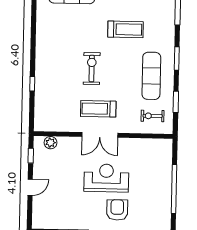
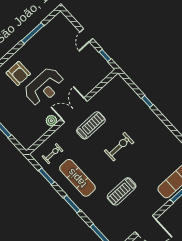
exercise bike: (92, 69) -> (119, 147), turned -90
plant: (50, 143) -> (51, 121), moved

